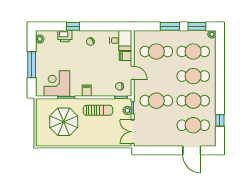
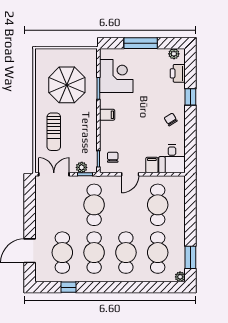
window: (170, 26) -> (190, 222), removed
printer: (65, 36) -> (178, 73), moved
sun lounger: (98, 110) -> (54, 132), moved

